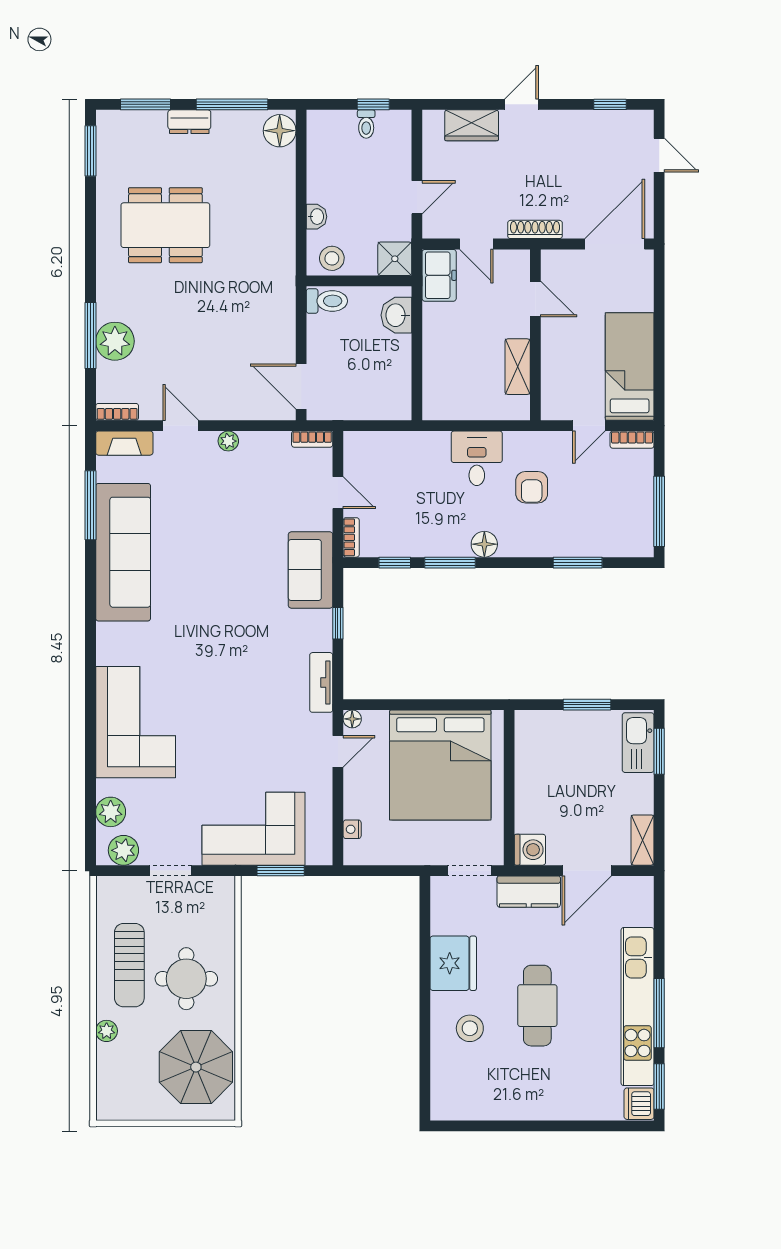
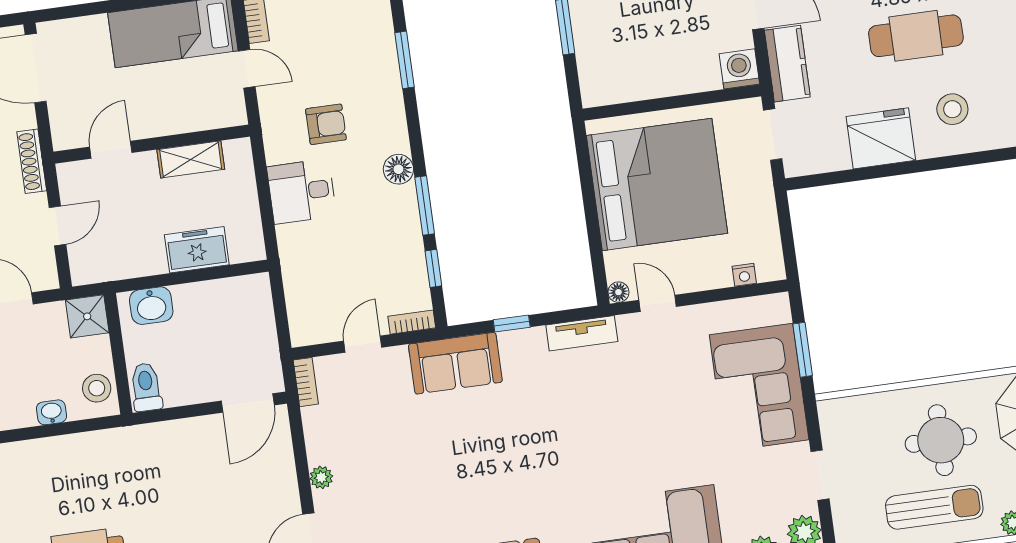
freezer: (439, 275) -> (197, 250), moved

